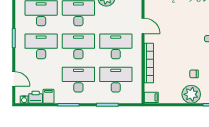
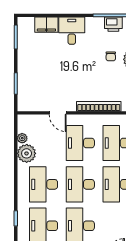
door: (143, 26) -> (58, 113), swing flipped

